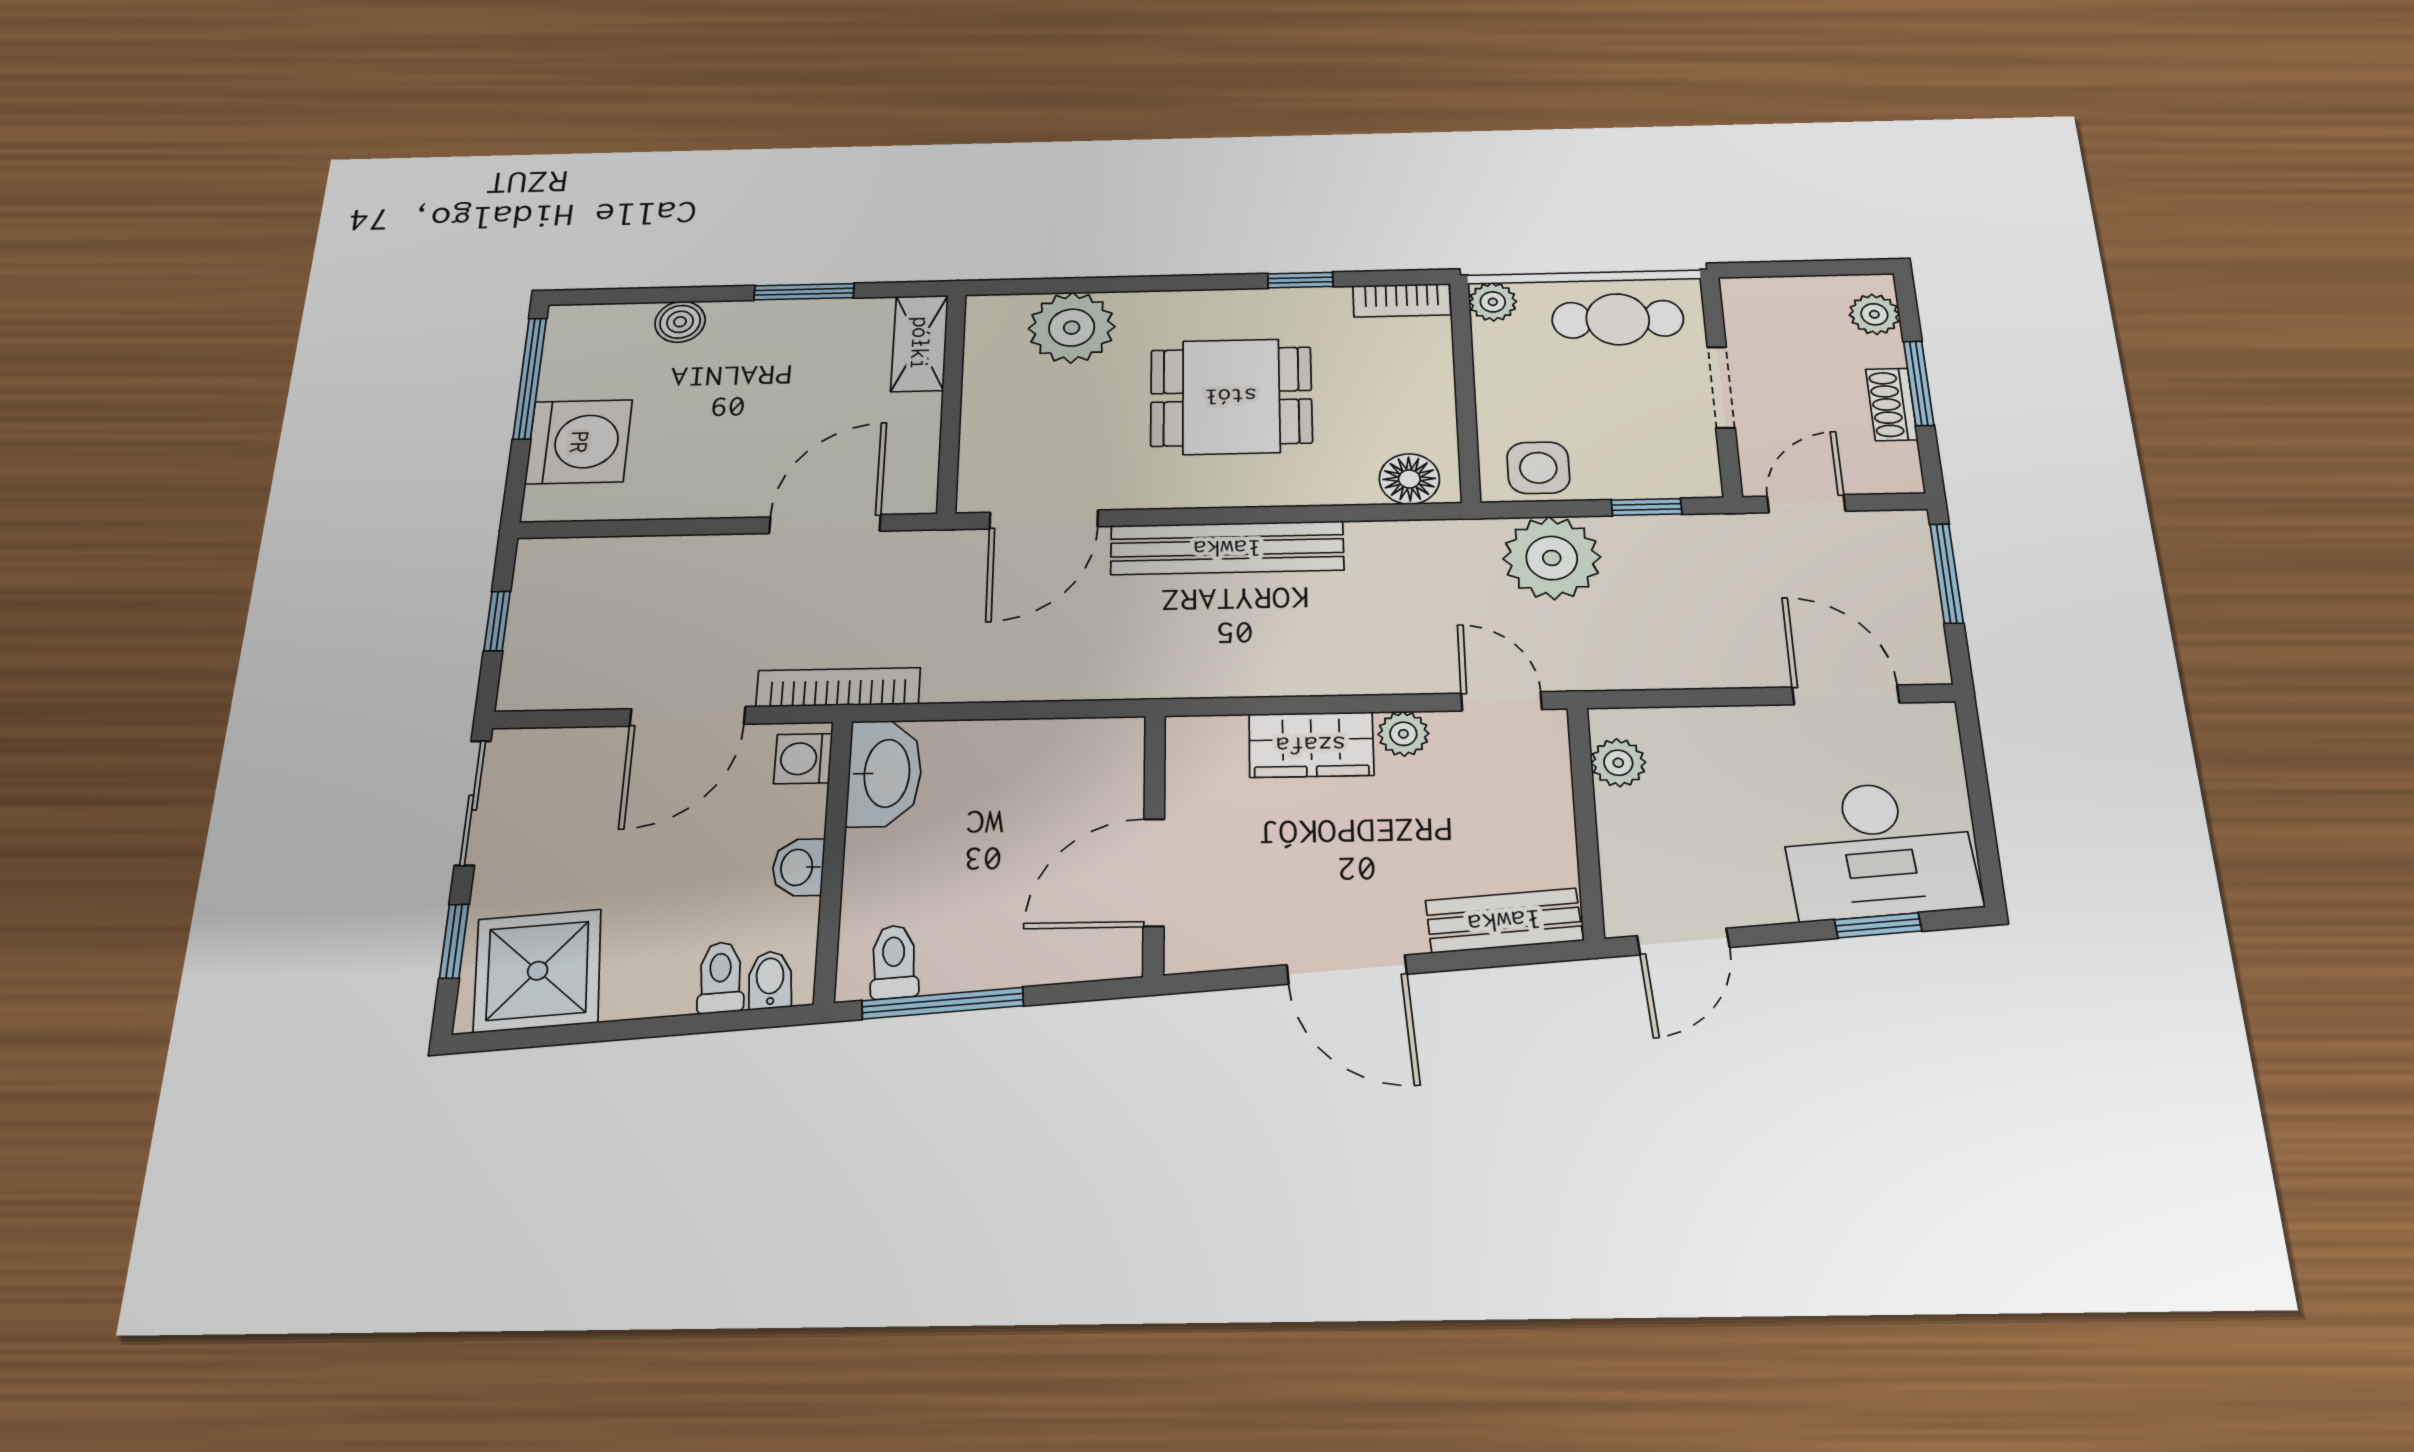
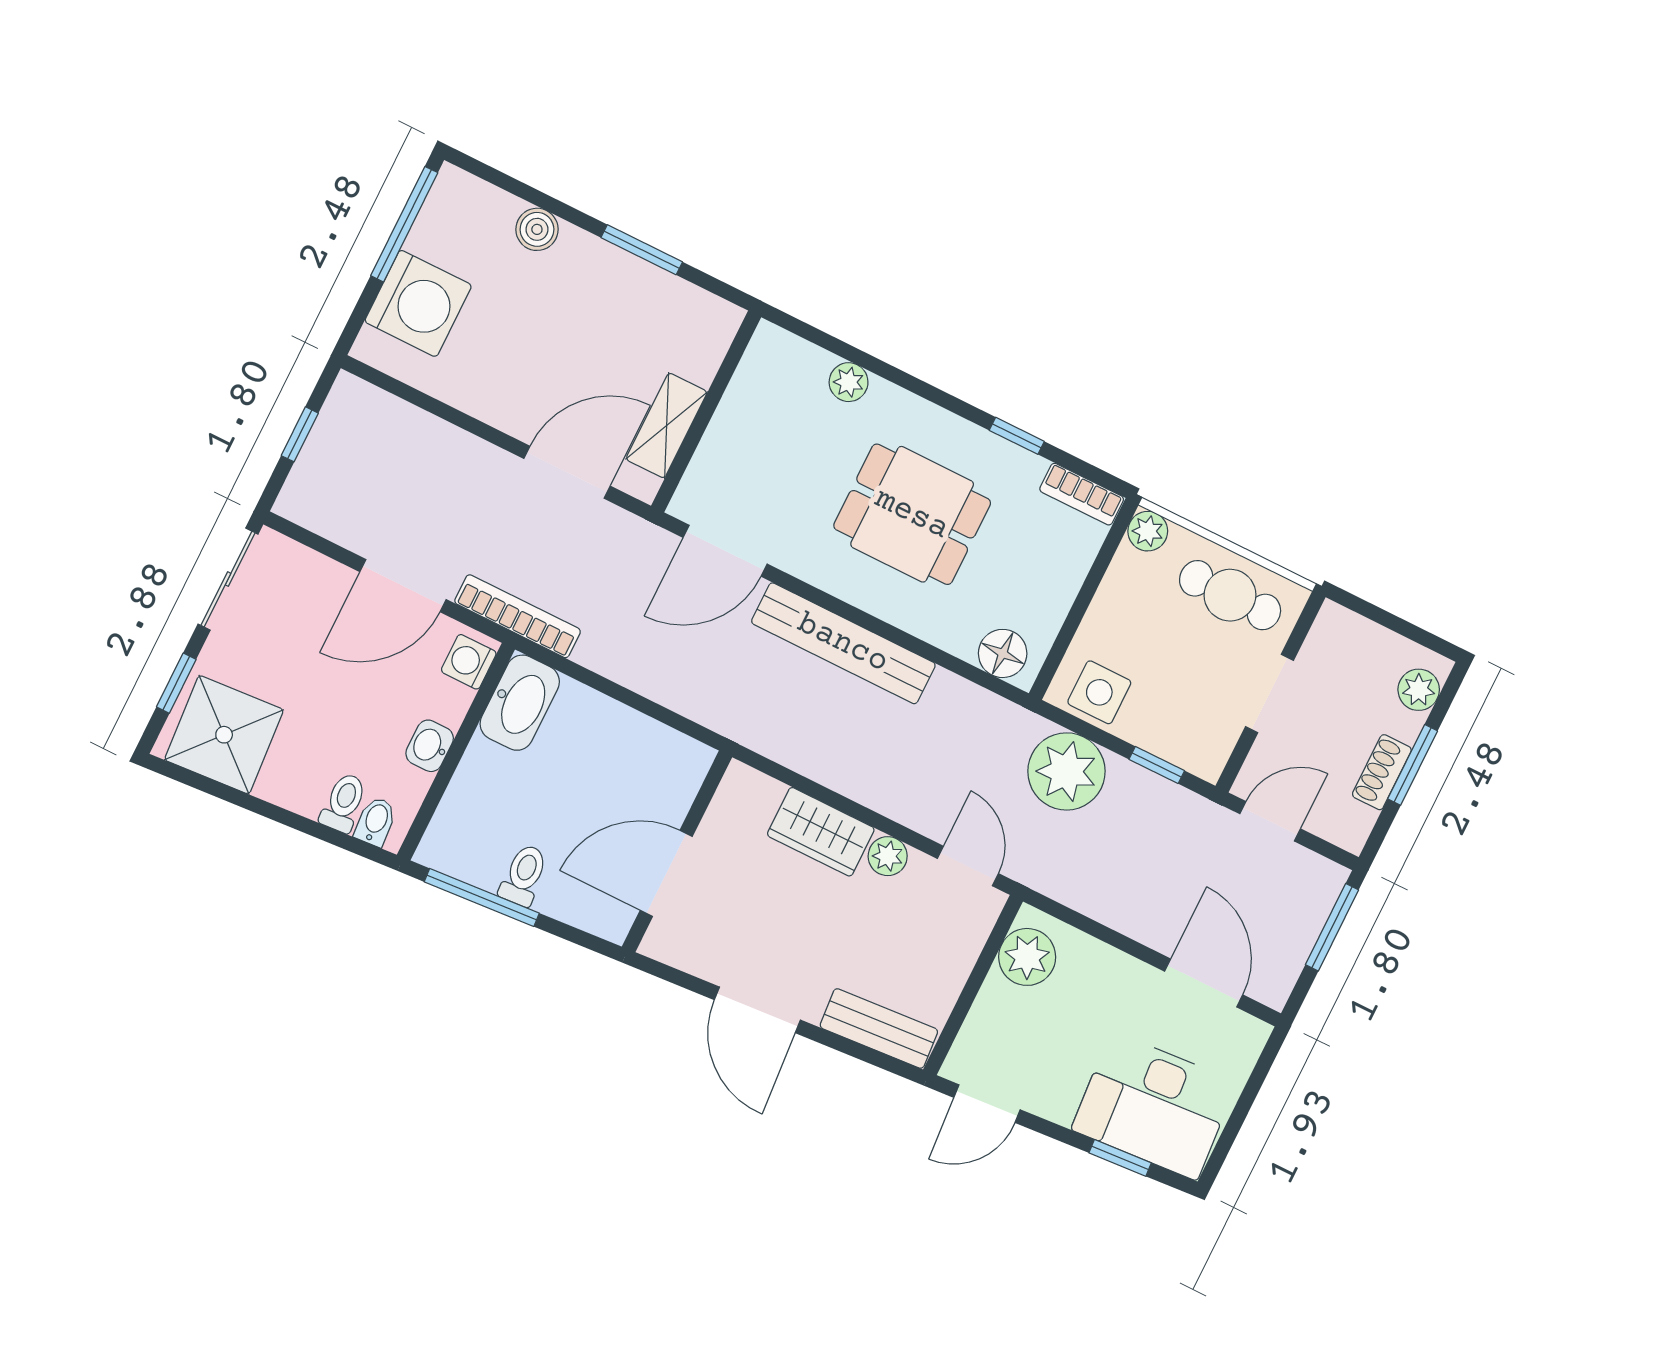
plant: (1072, 328) -> (849, 382), width x0.53, depth x0.53
shelving: (920, 343) -> (667, 426), moved
plant: (1618, 763) -> (1027, 957), width x1.38, depth x1.38
toilet: (894, 962) -> (524, 875), moved

